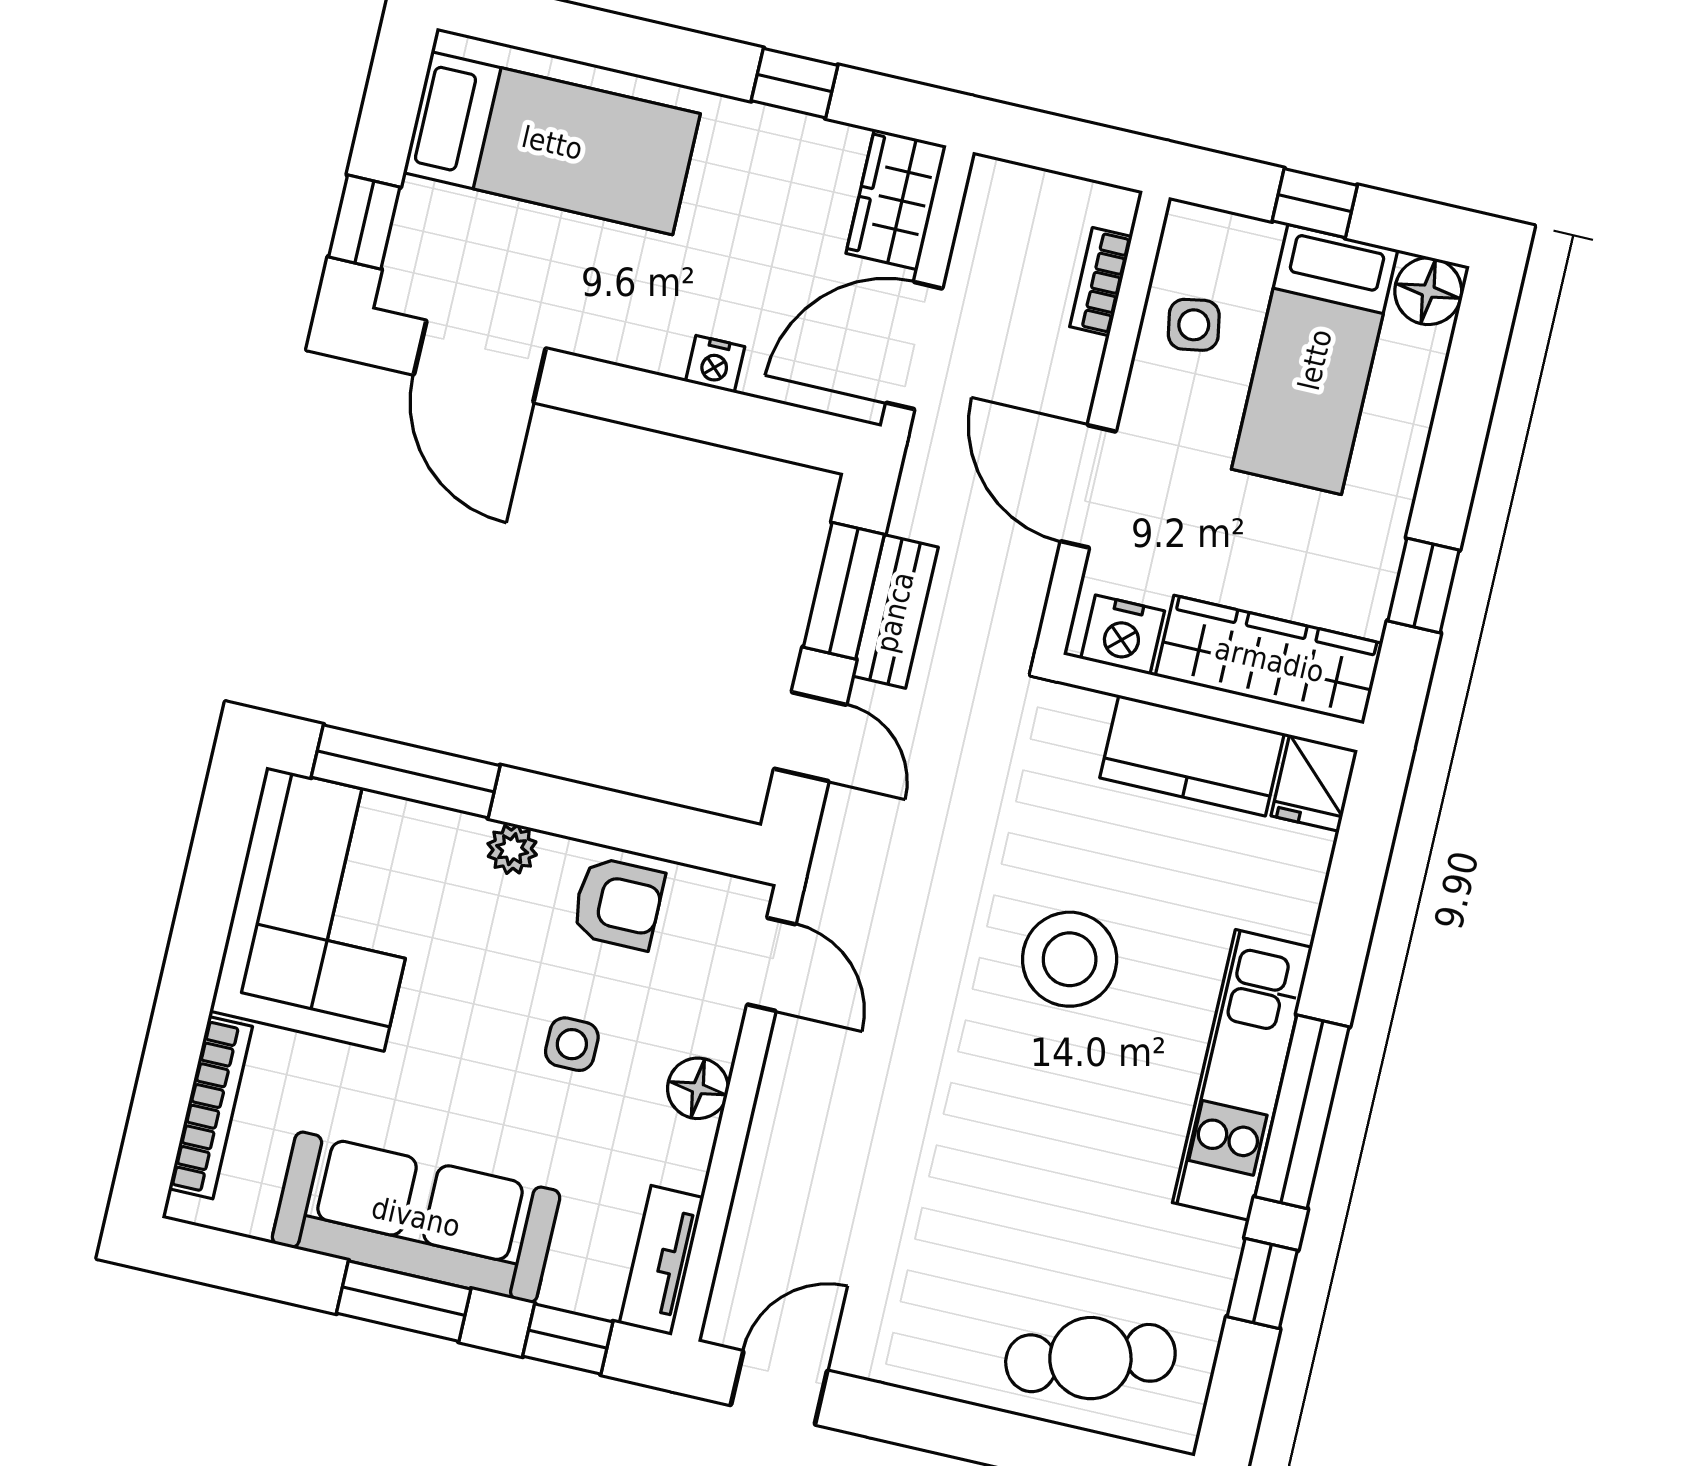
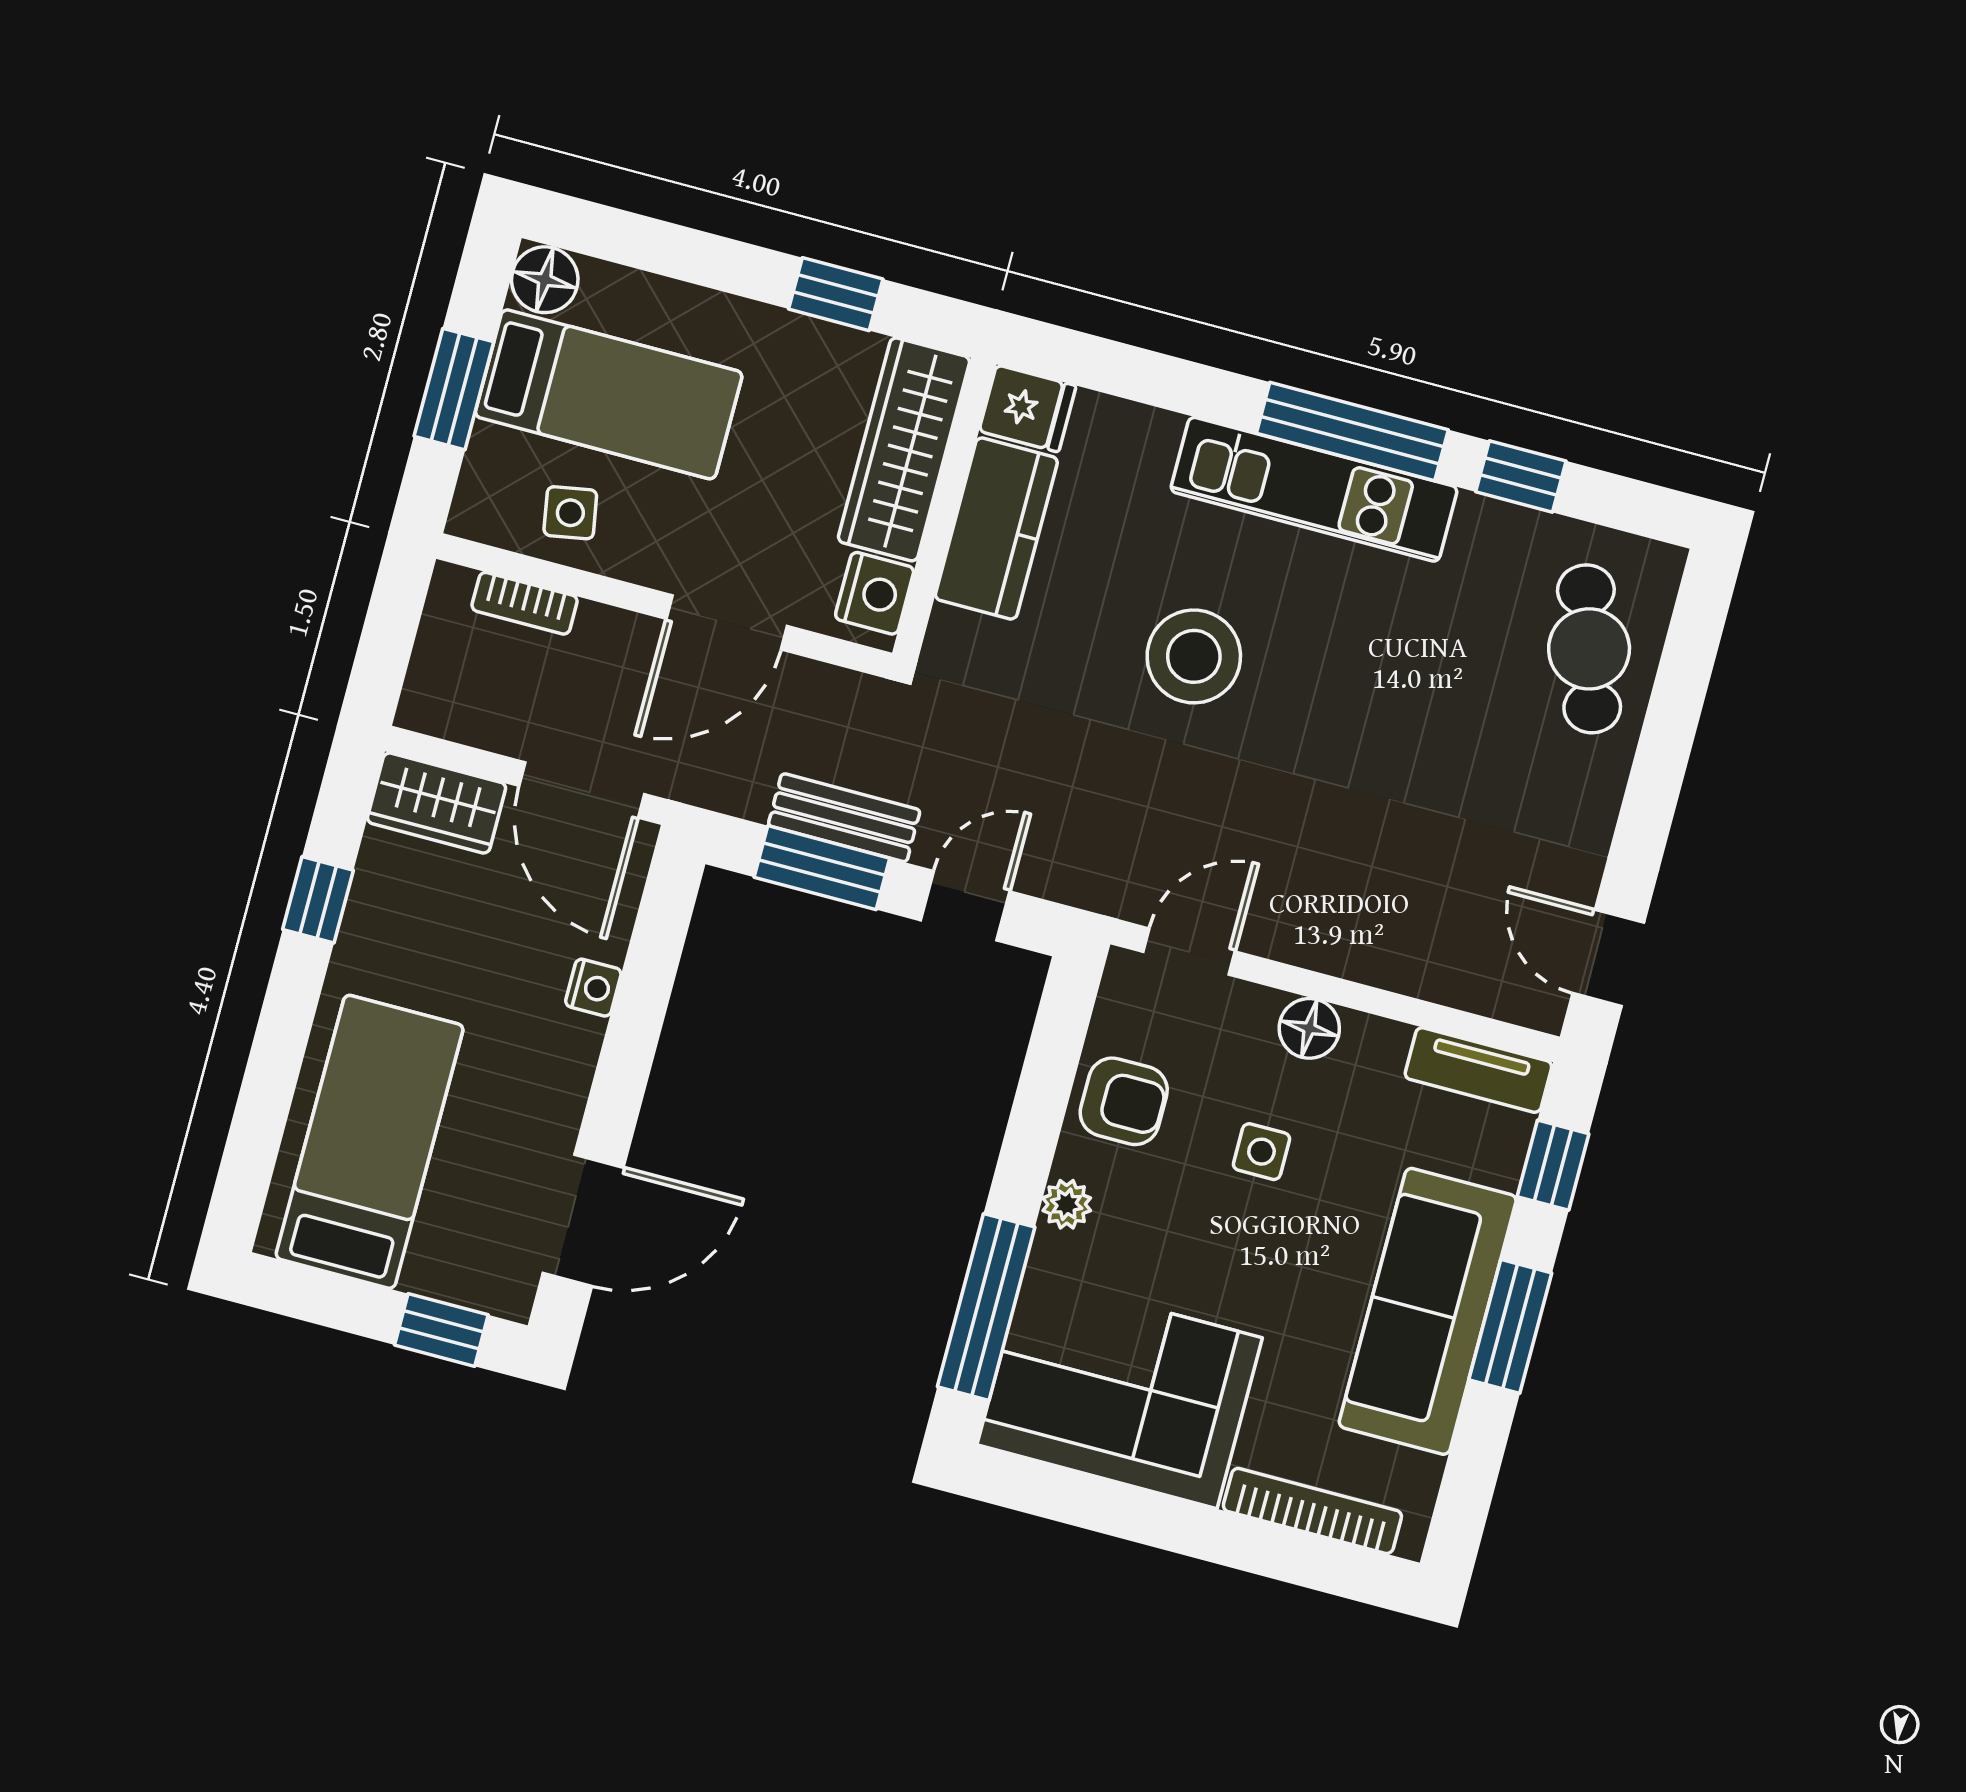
window: (1315, 203) -> (454, 389), width x1.50
armchair: (618, 903) -> (1124, 1101), turned 90

